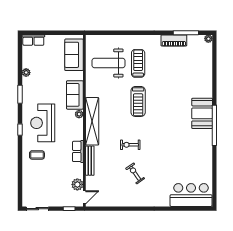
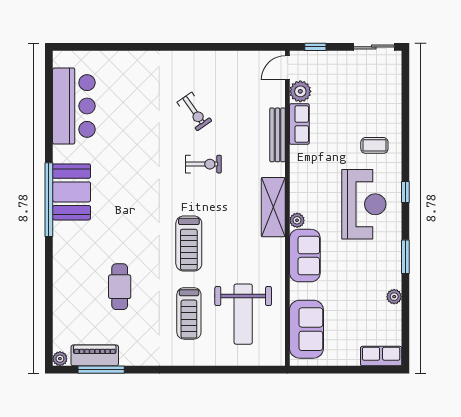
piano: (174, 40) -> (95, 355), moved
weight bench: (109, 63) -> (243, 314), turned 90
cafe table: (176, 78) -> (120, 287), added
treadmill: (138, 101) -> (189, 244), turned 180
booth: (202, 113) -> (72, 192), moved
shelving: (92, 121) -> (273, 207), width x0.68
row of seats: (78, 151) -> (299, 124), moved
bar counter: (191, 195) -> (74, 106), moved, turned -90

